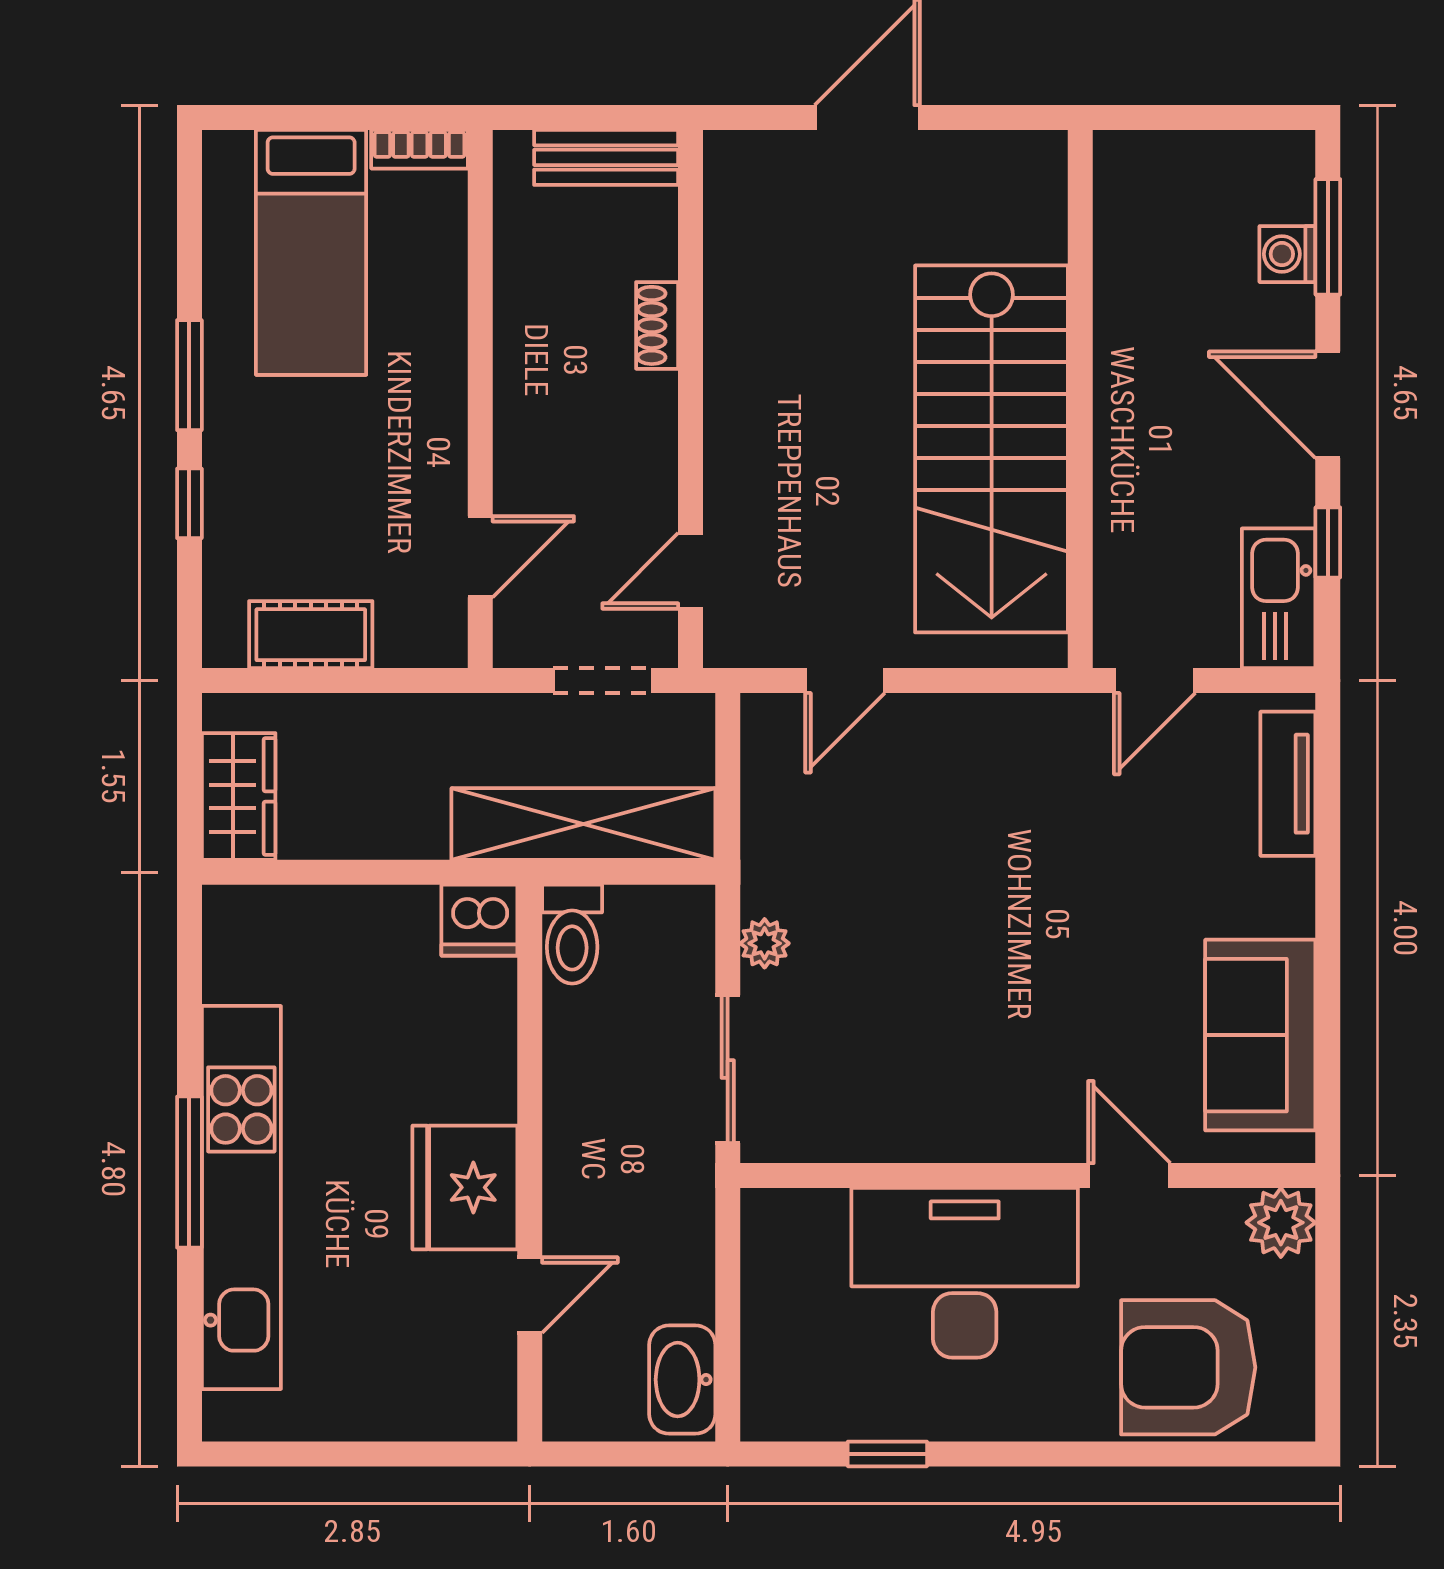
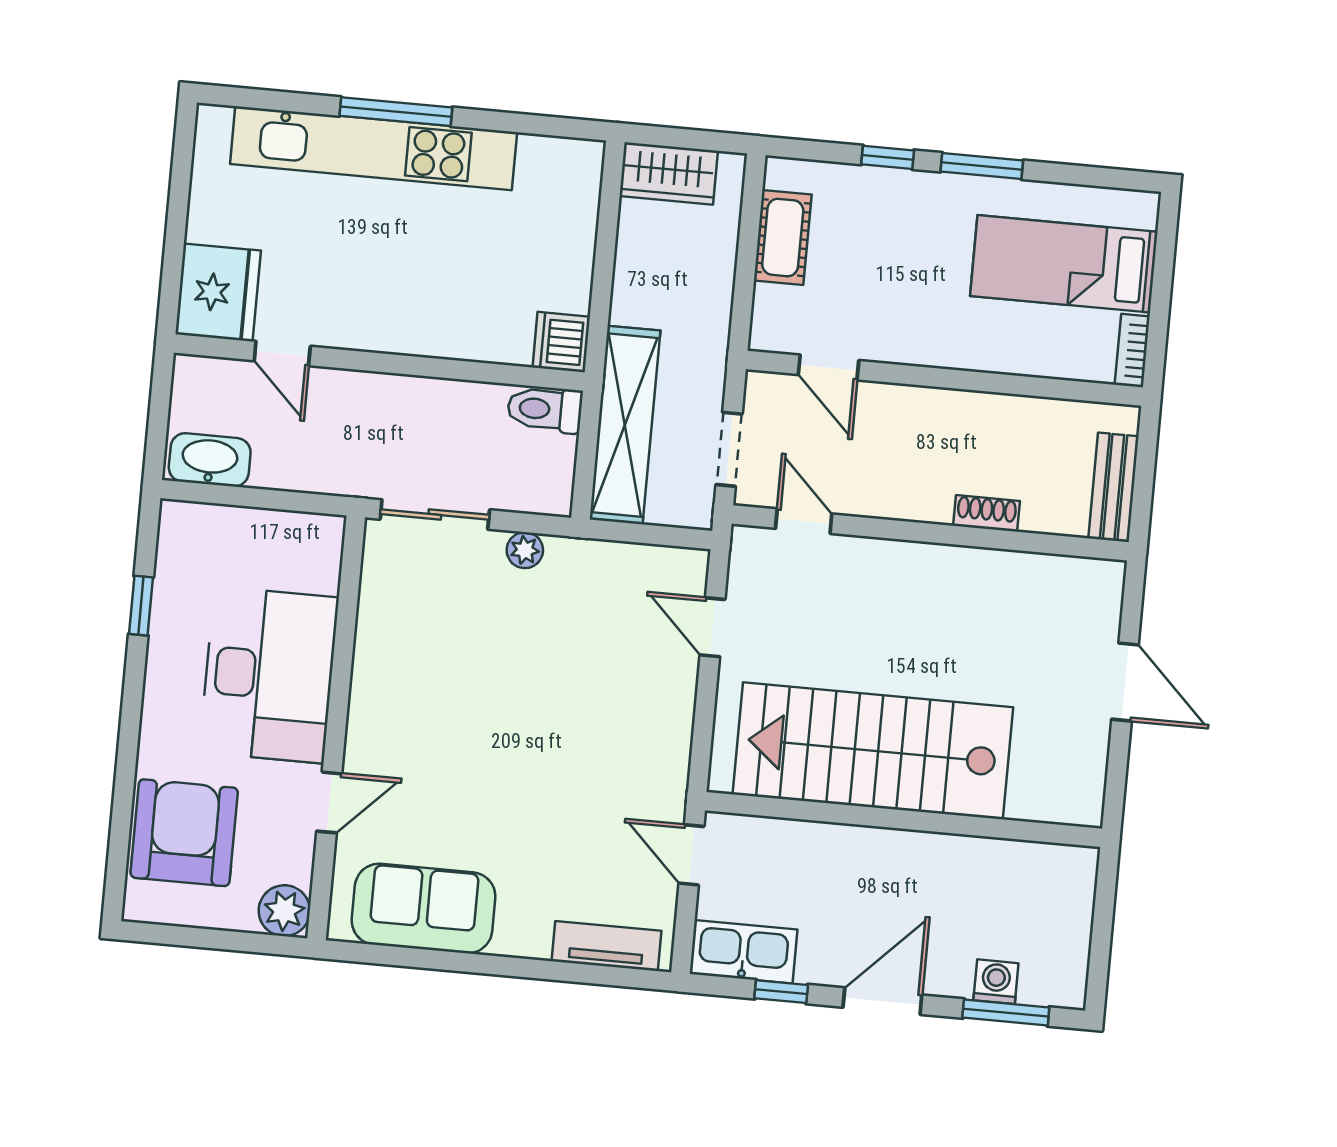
fridge: (465, 1187) -> (218, 292), moved, turned 90

